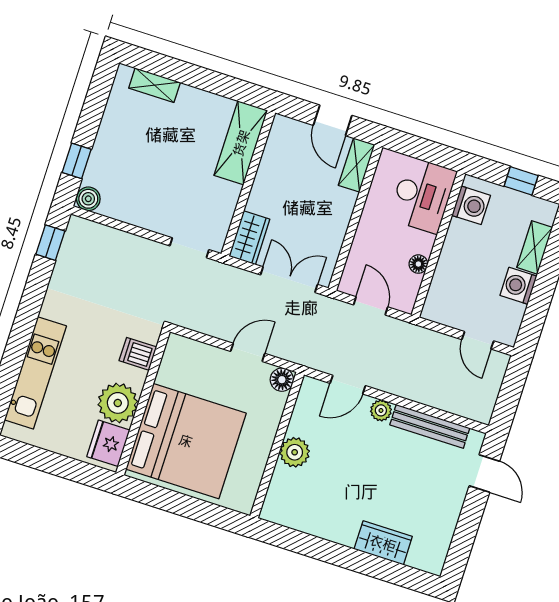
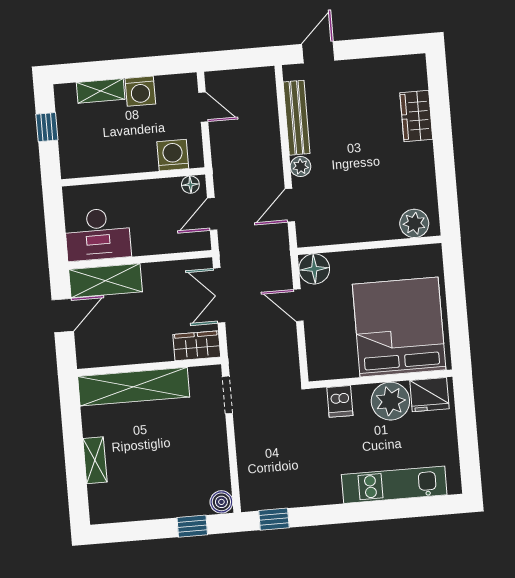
shelving: (155, 85) -> (95, 460), moved
shelving: (241, 143) -> (134, 387), width x1.47
shelving: (357, 165) -> (105, 281), width x1.50, depth x1.33
desk: (423, 195) -> (98, 234), moved, turned 180
washing machine: (471, 205) -> (173, 155), moved
floor lamp: (418, 264) -> (190, 185), moved
door: (478, 340) -> (203, 107), hinge flipped
floor lamp: (282, 380) -> (314, 269), width x1.38, depth x1.38
door: (348, 385) -> (290, 205), swing flipped
plant: (295, 452) -> (414, 223), moved

